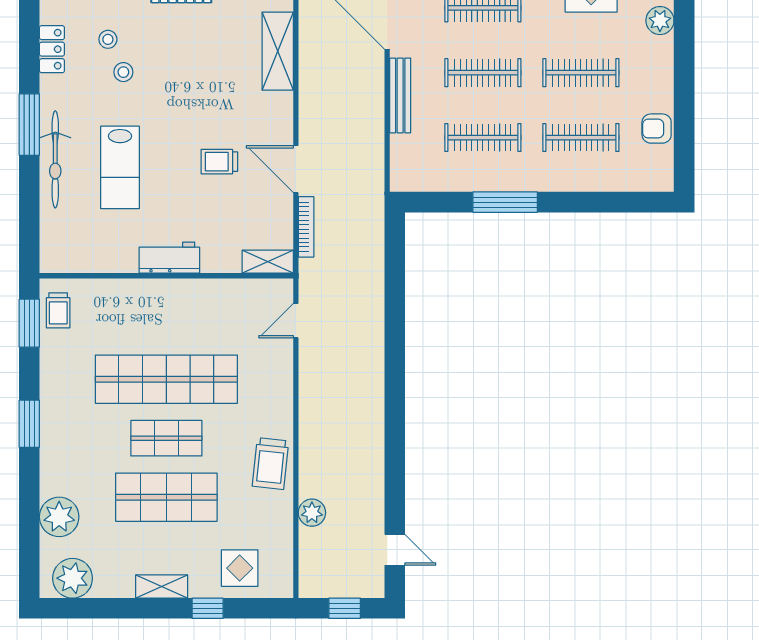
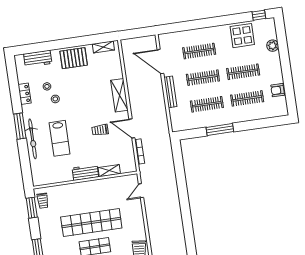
shelving: (278, 51) -> (119, 95), moved
shelving: (268, 262) -> (109, 171), moved

